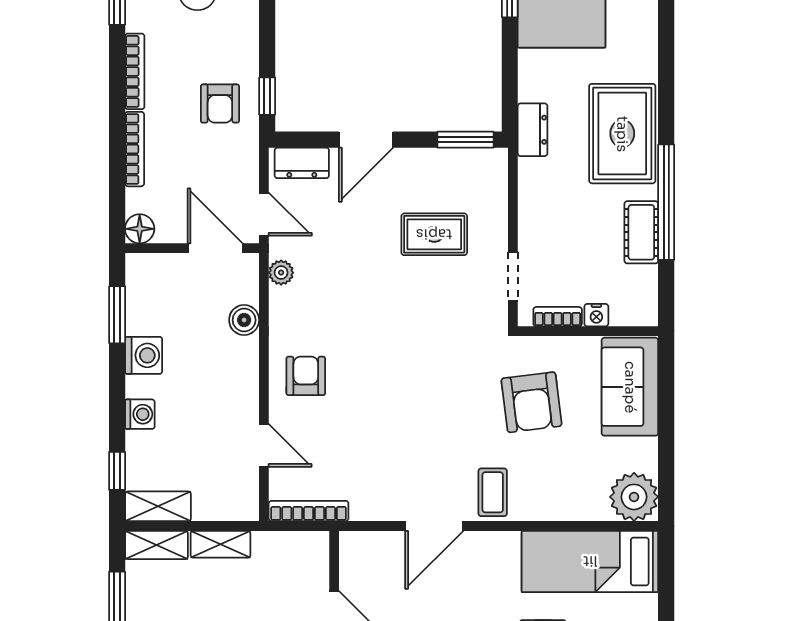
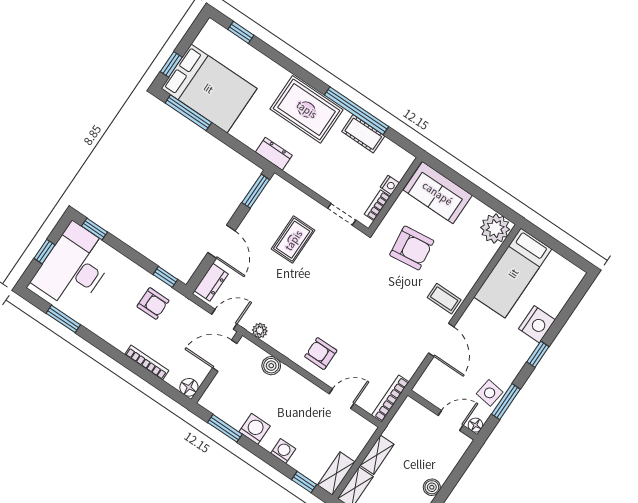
bookcase: (135, 71) -> (107, 336), removed

